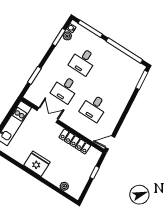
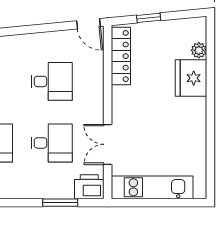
printer: (33, 94) -> (89, 187), added
locker: (75, 141) -> (121, 56), moved
fridge: (37, 164) -> (191, 78), moved

